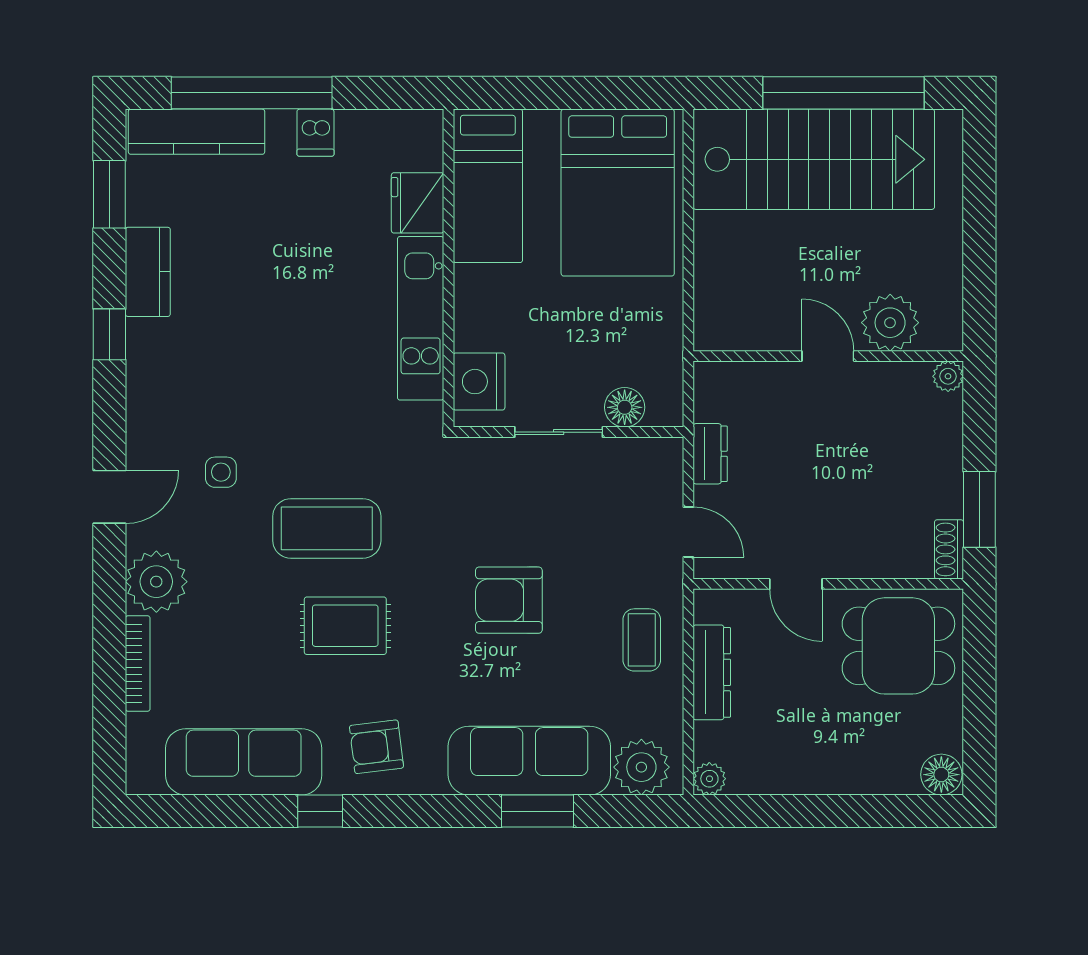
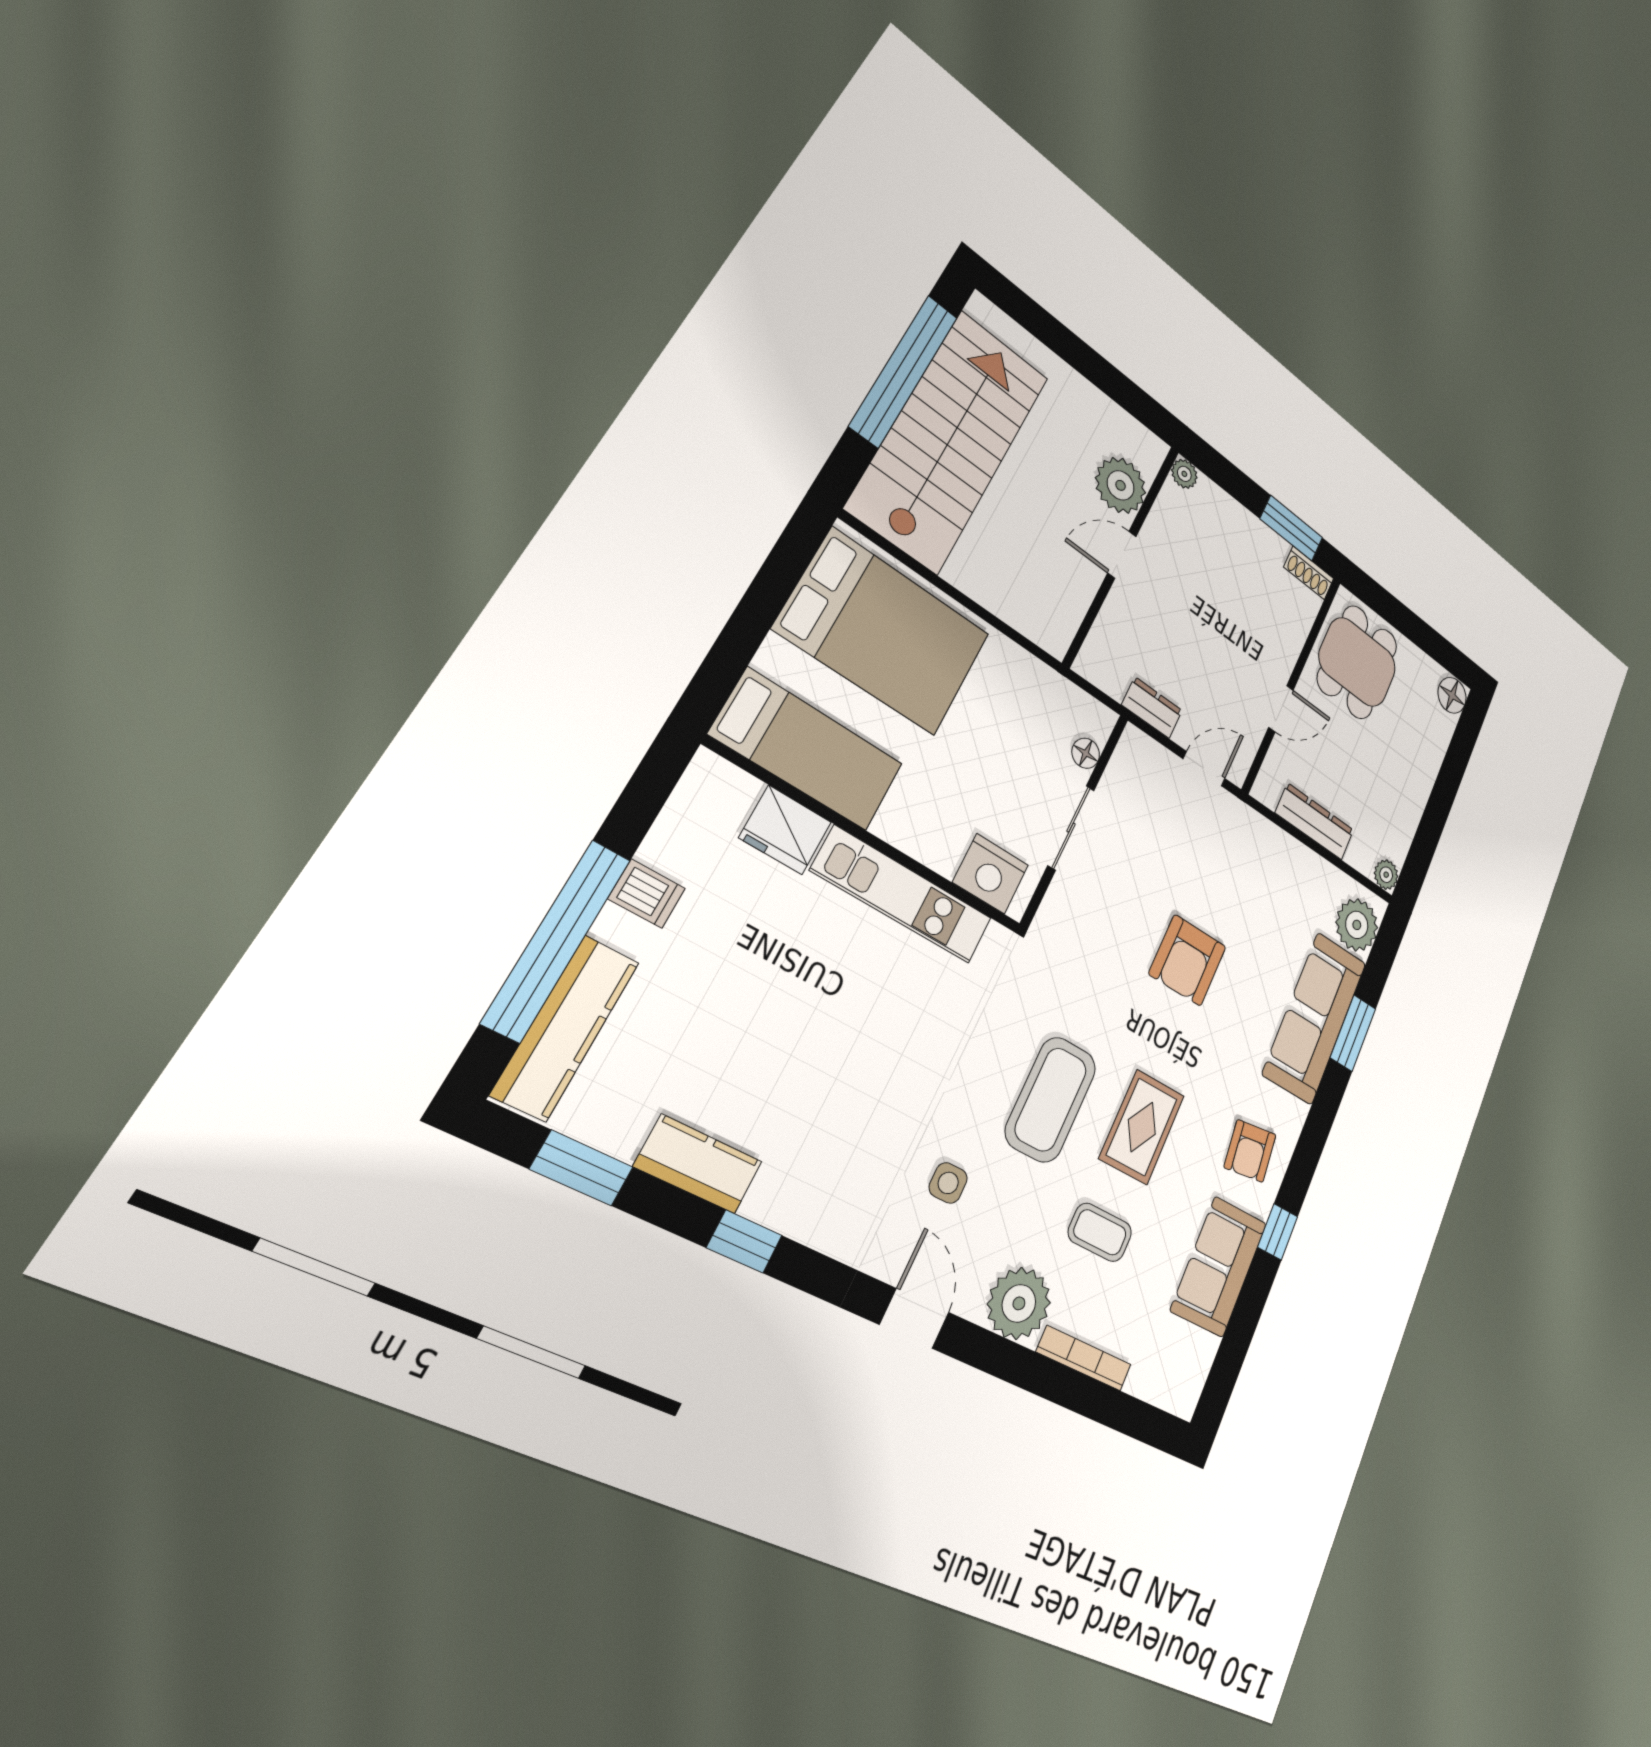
floor lamp: (625, 407) -> (1086, 753), width x0.73, depth x0.73
coffee table: (642, 640) -> (1100, 1232), moved
sofa: (244, 762) -> (1219, 1266), width x0.73

